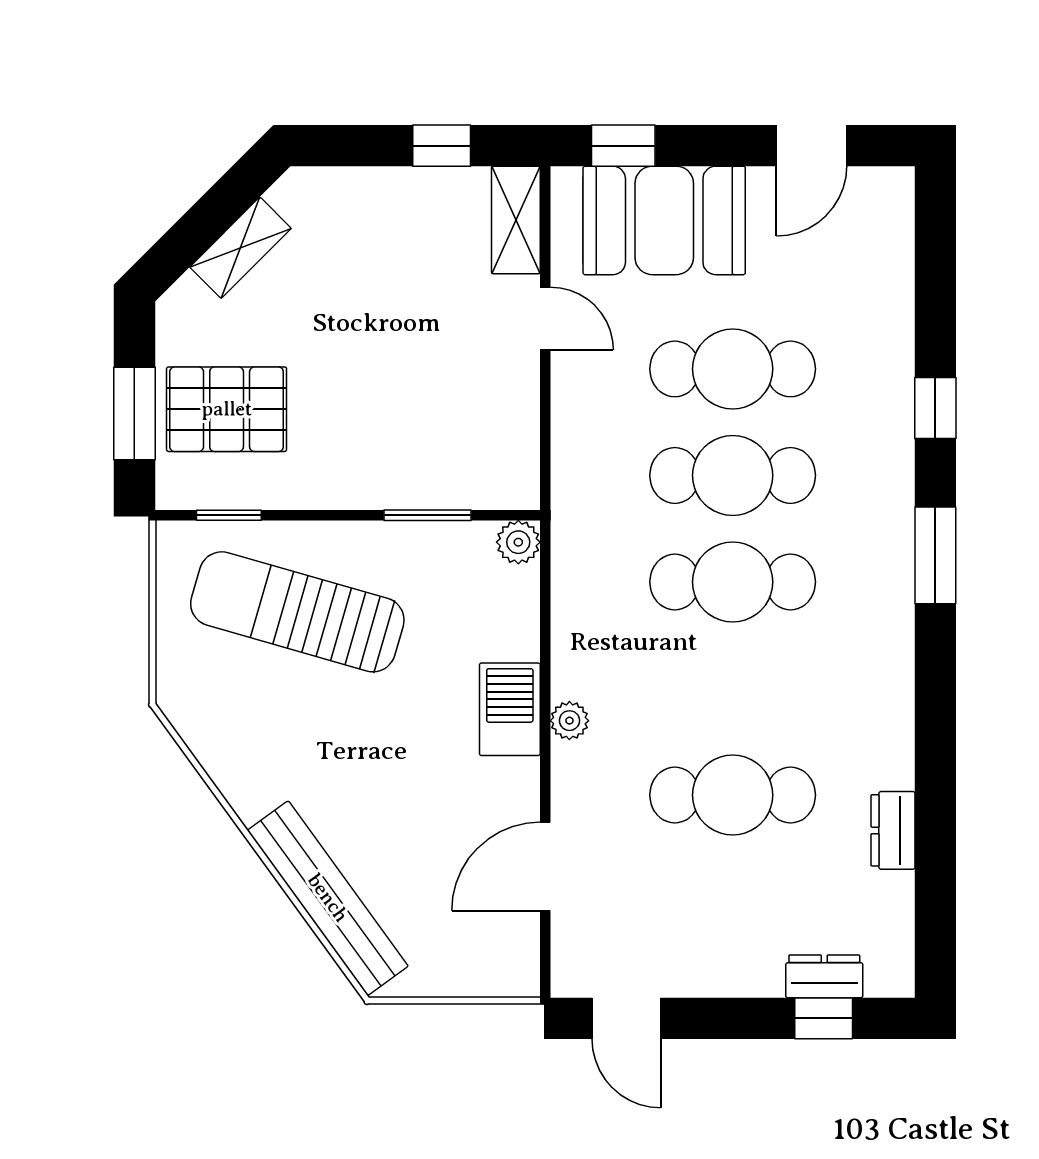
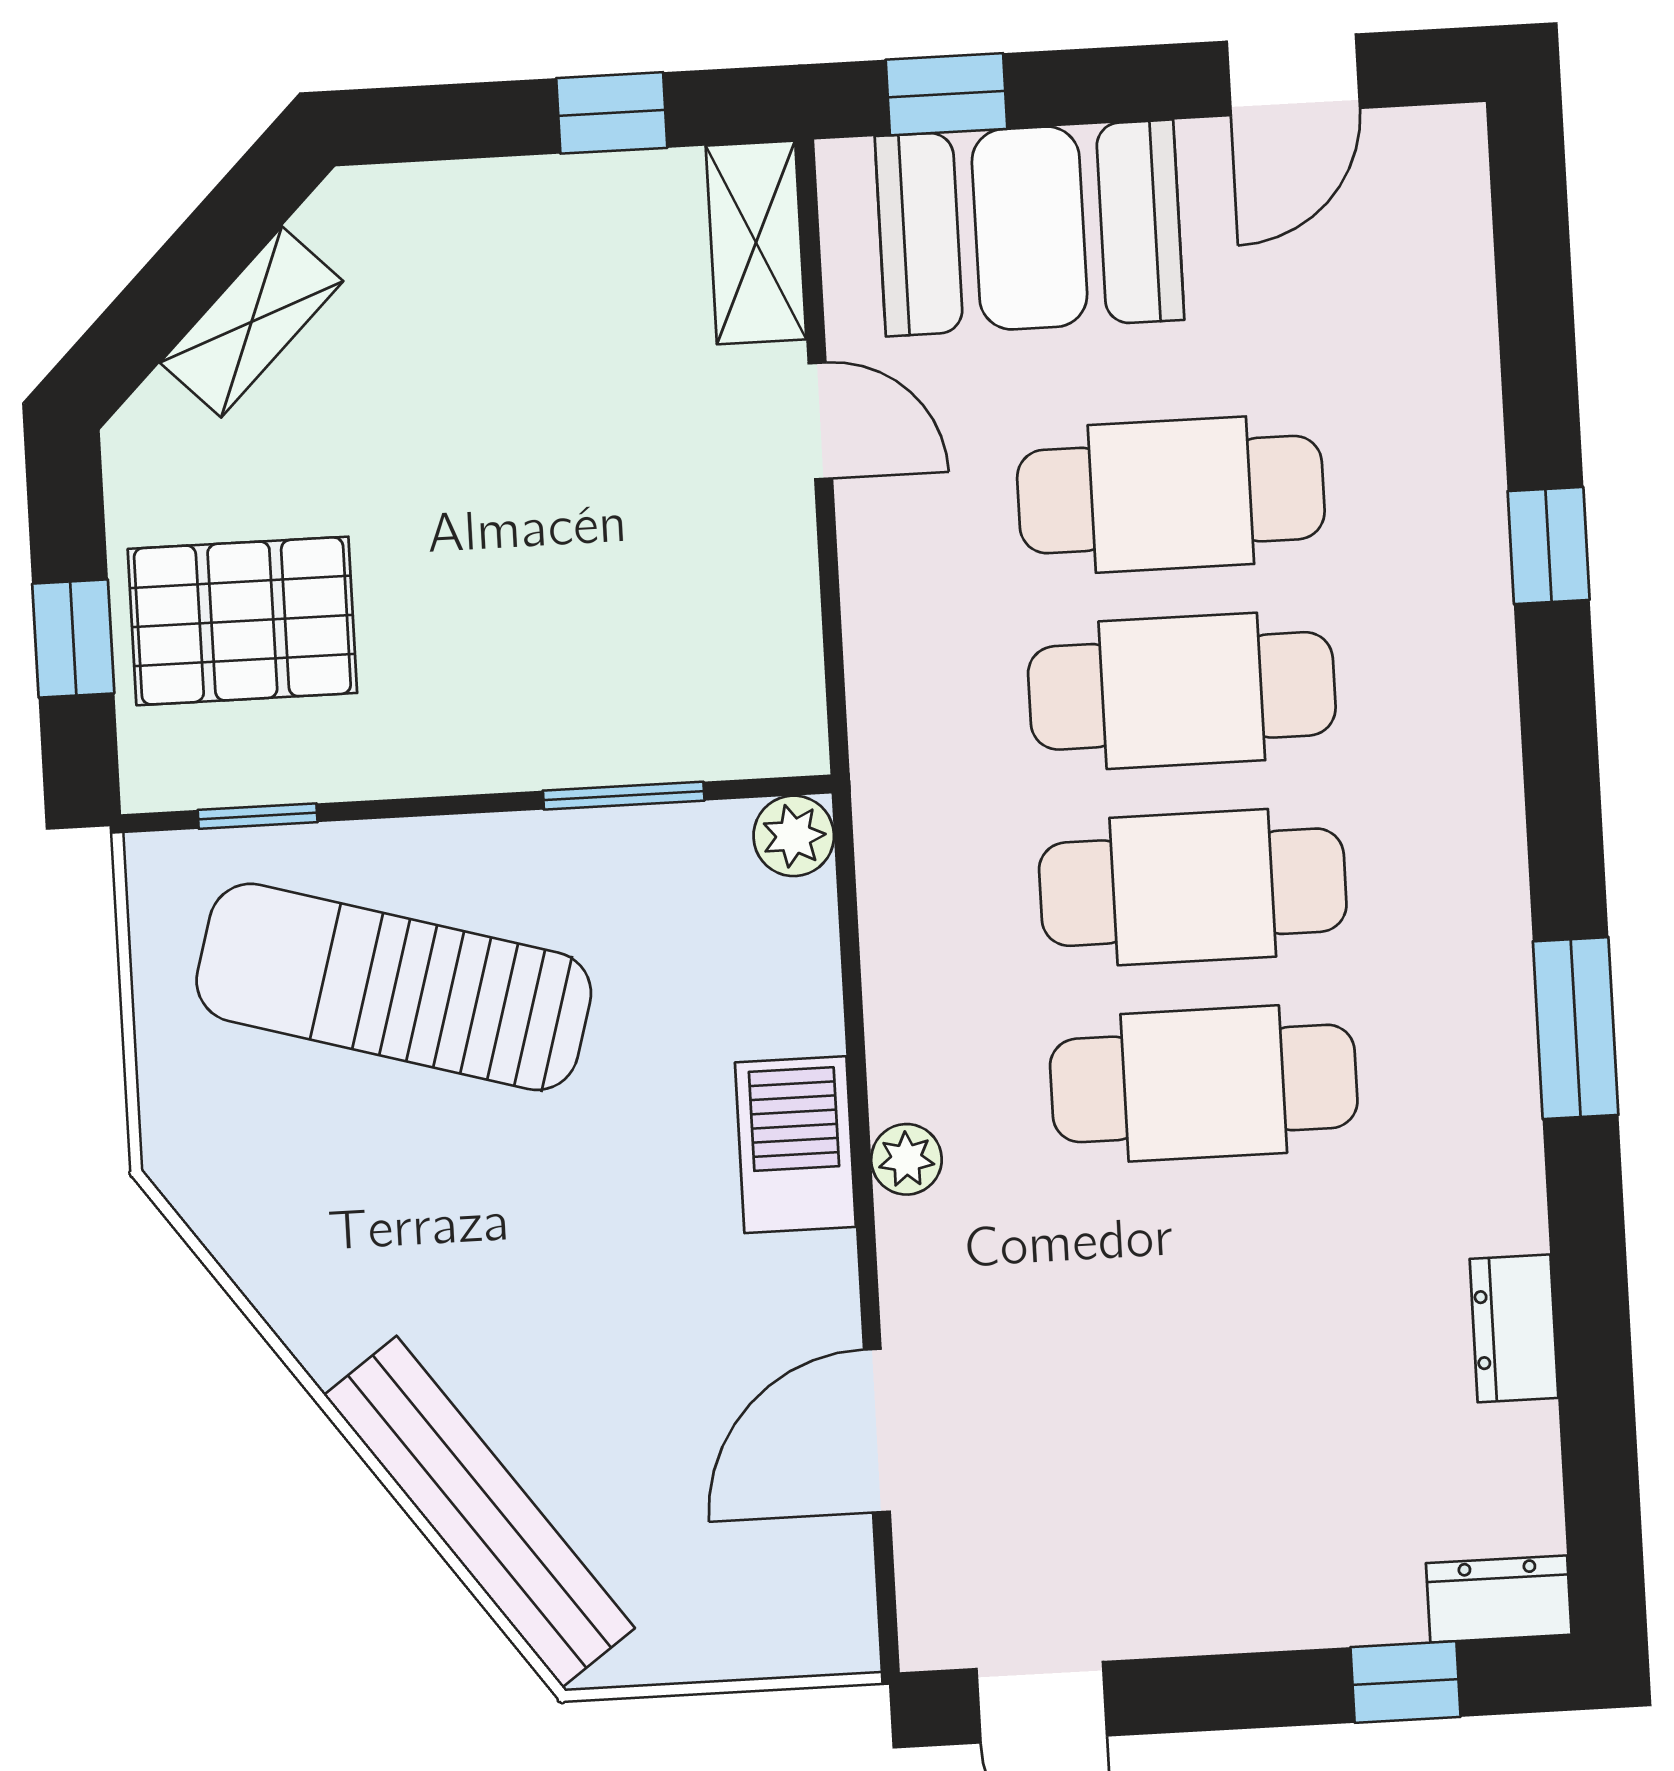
window: (134, 414) -> (73, 638), width x0.67
window: (935, 555) -> (1576, 1028), moved
cafe table: (733, 795) -> (1204, 1083), moved
dresser: (824, 976) -> (1499, 1599), moved

